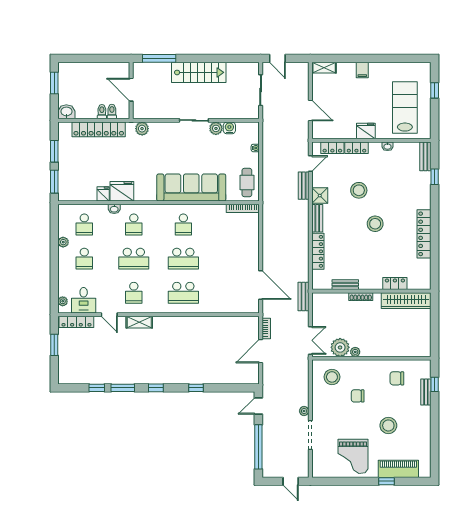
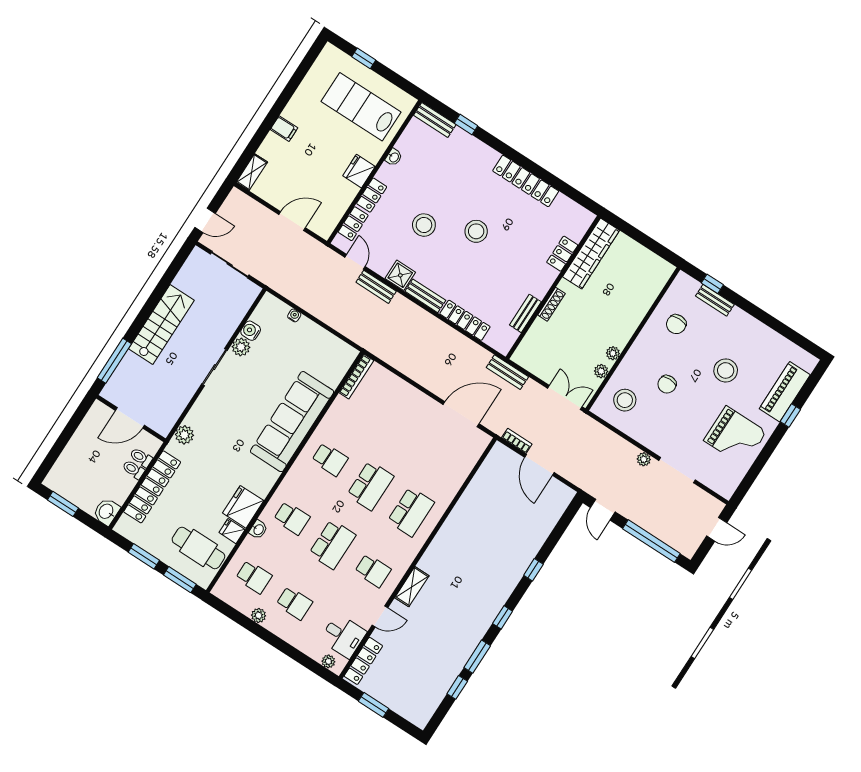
cafe table: (247, 183) -> (198, 548), moved, width x1.37, depth x1.35
plant: (340, 347) -> (601, 371), width x0.53, depth x0.53

